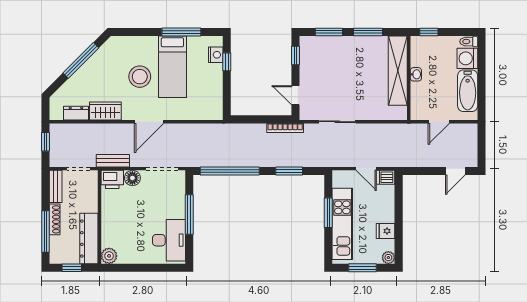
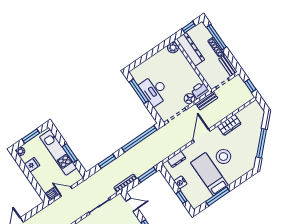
nightstand: (216, 55) -> (180, 182), moved
dresser: (76, 113) -> (177, 159), moved
window: (251, 119) -> (147, 175), added
window: (189, 214) -> (139, 91), moved
desk: (169, 240) -> (154, 90), moved

